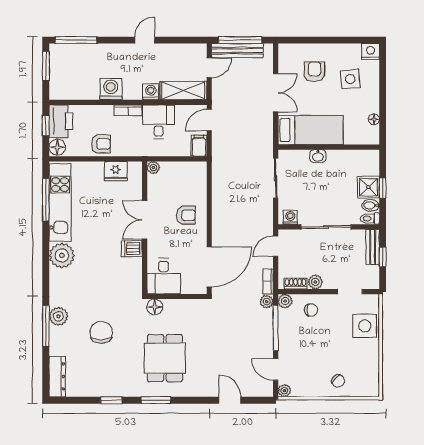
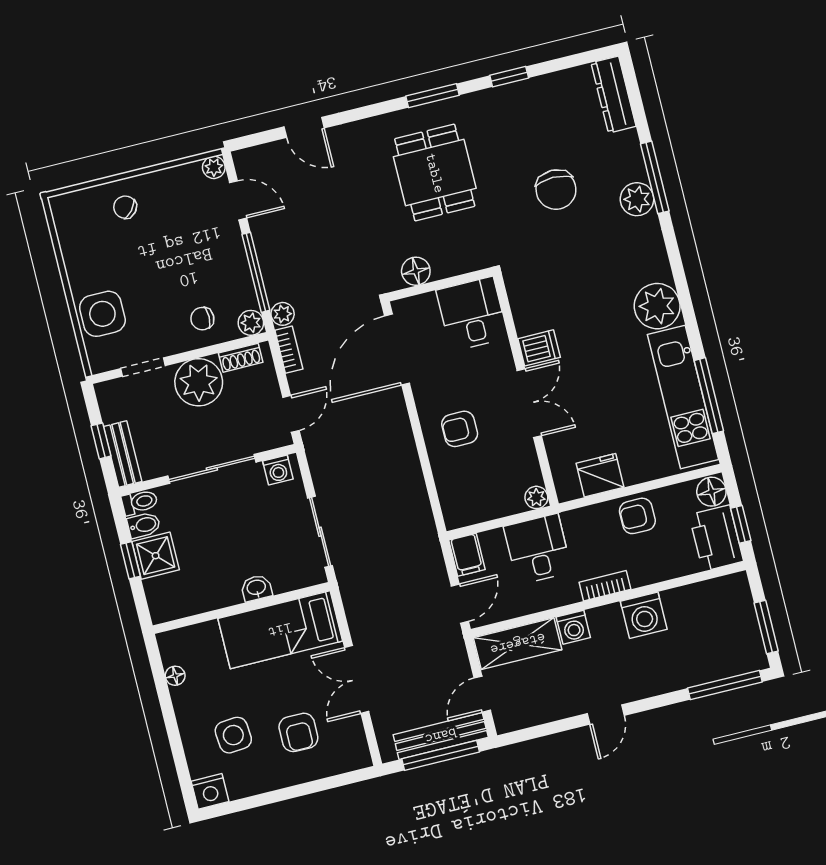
desk: (159, 122) -> (538, 549), moved, turned 180
plant: (315, 282) -> (199, 382), width x1.88, depth x1.88
floor lamp: (155, 307) -> (416, 271), moved

